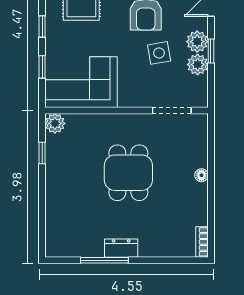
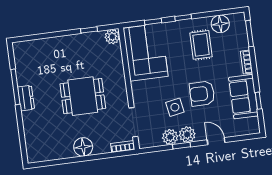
floor lamp: (201, 175) -> (83, 147), width x1.89, depth x1.89
bookcase: (202, 242) -> (123, 147), moved

